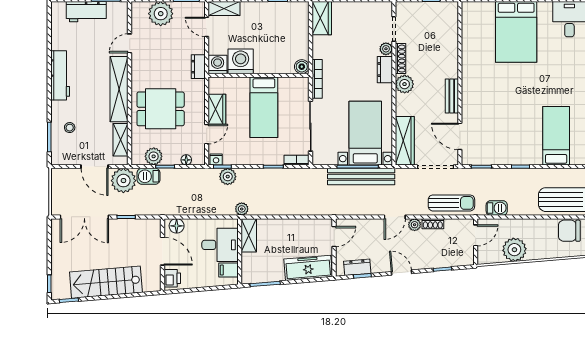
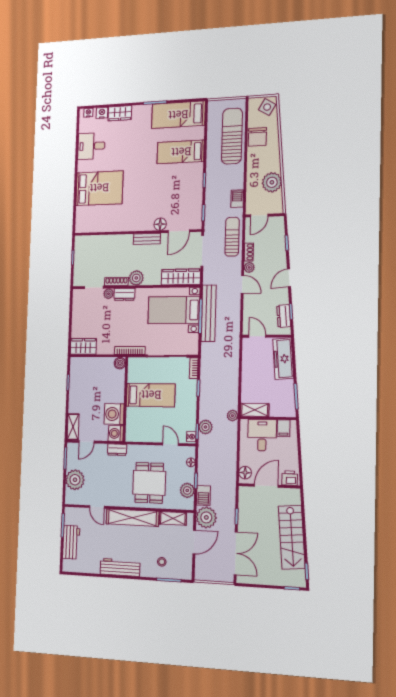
wardrobe: (217, 109) -> (151, 435), removed
floor lamp: (469, 112) -> (160, 224), added
door: (476, 235) -> (259, 215), swing flipped

